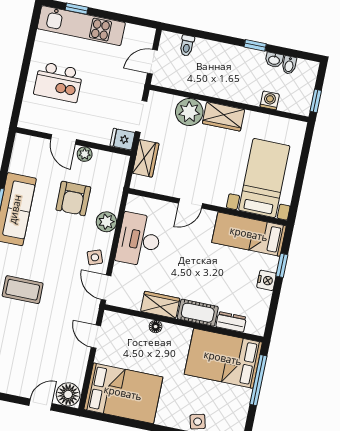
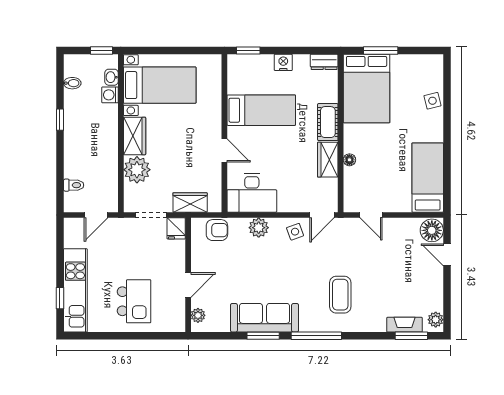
washbasin: (274, 60) -> (112, 77), moved, turned 180
door: (152, 62) -> (96, 215), hinge flipped
plant: (85, 154) -> (198, 315), moved
bed with nightstands: (264, 178) -> (160, 85), moved, turned 180
armchair: (73, 198) -> (217, 230), moved, width x0.72, depth x0.72
bed: (249, 234) -> (261, 110), moved, turned -90
desk: (139, 240) -> (252, 193), moved
window: (282, 265) -> (248, 51), moved
dresser: (231, 322) -> (324, 62), moved, turned -90
door: (96, 337) -> (371, 215), hinge flipped
window: (258, 380) -> (381, 51), width x0.69
bed: (123, 393) -> (428, 178), width x0.67

